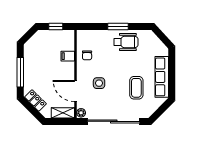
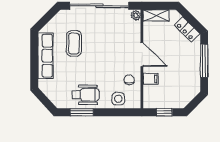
window: (118, 26) -> (82, 112), moved
wheelchair: (126, 42) -> (86, 95), turned 180
side table: (99, 83) -> (118, 99), moved
door: (76, 91) -> (142, 55), moved

